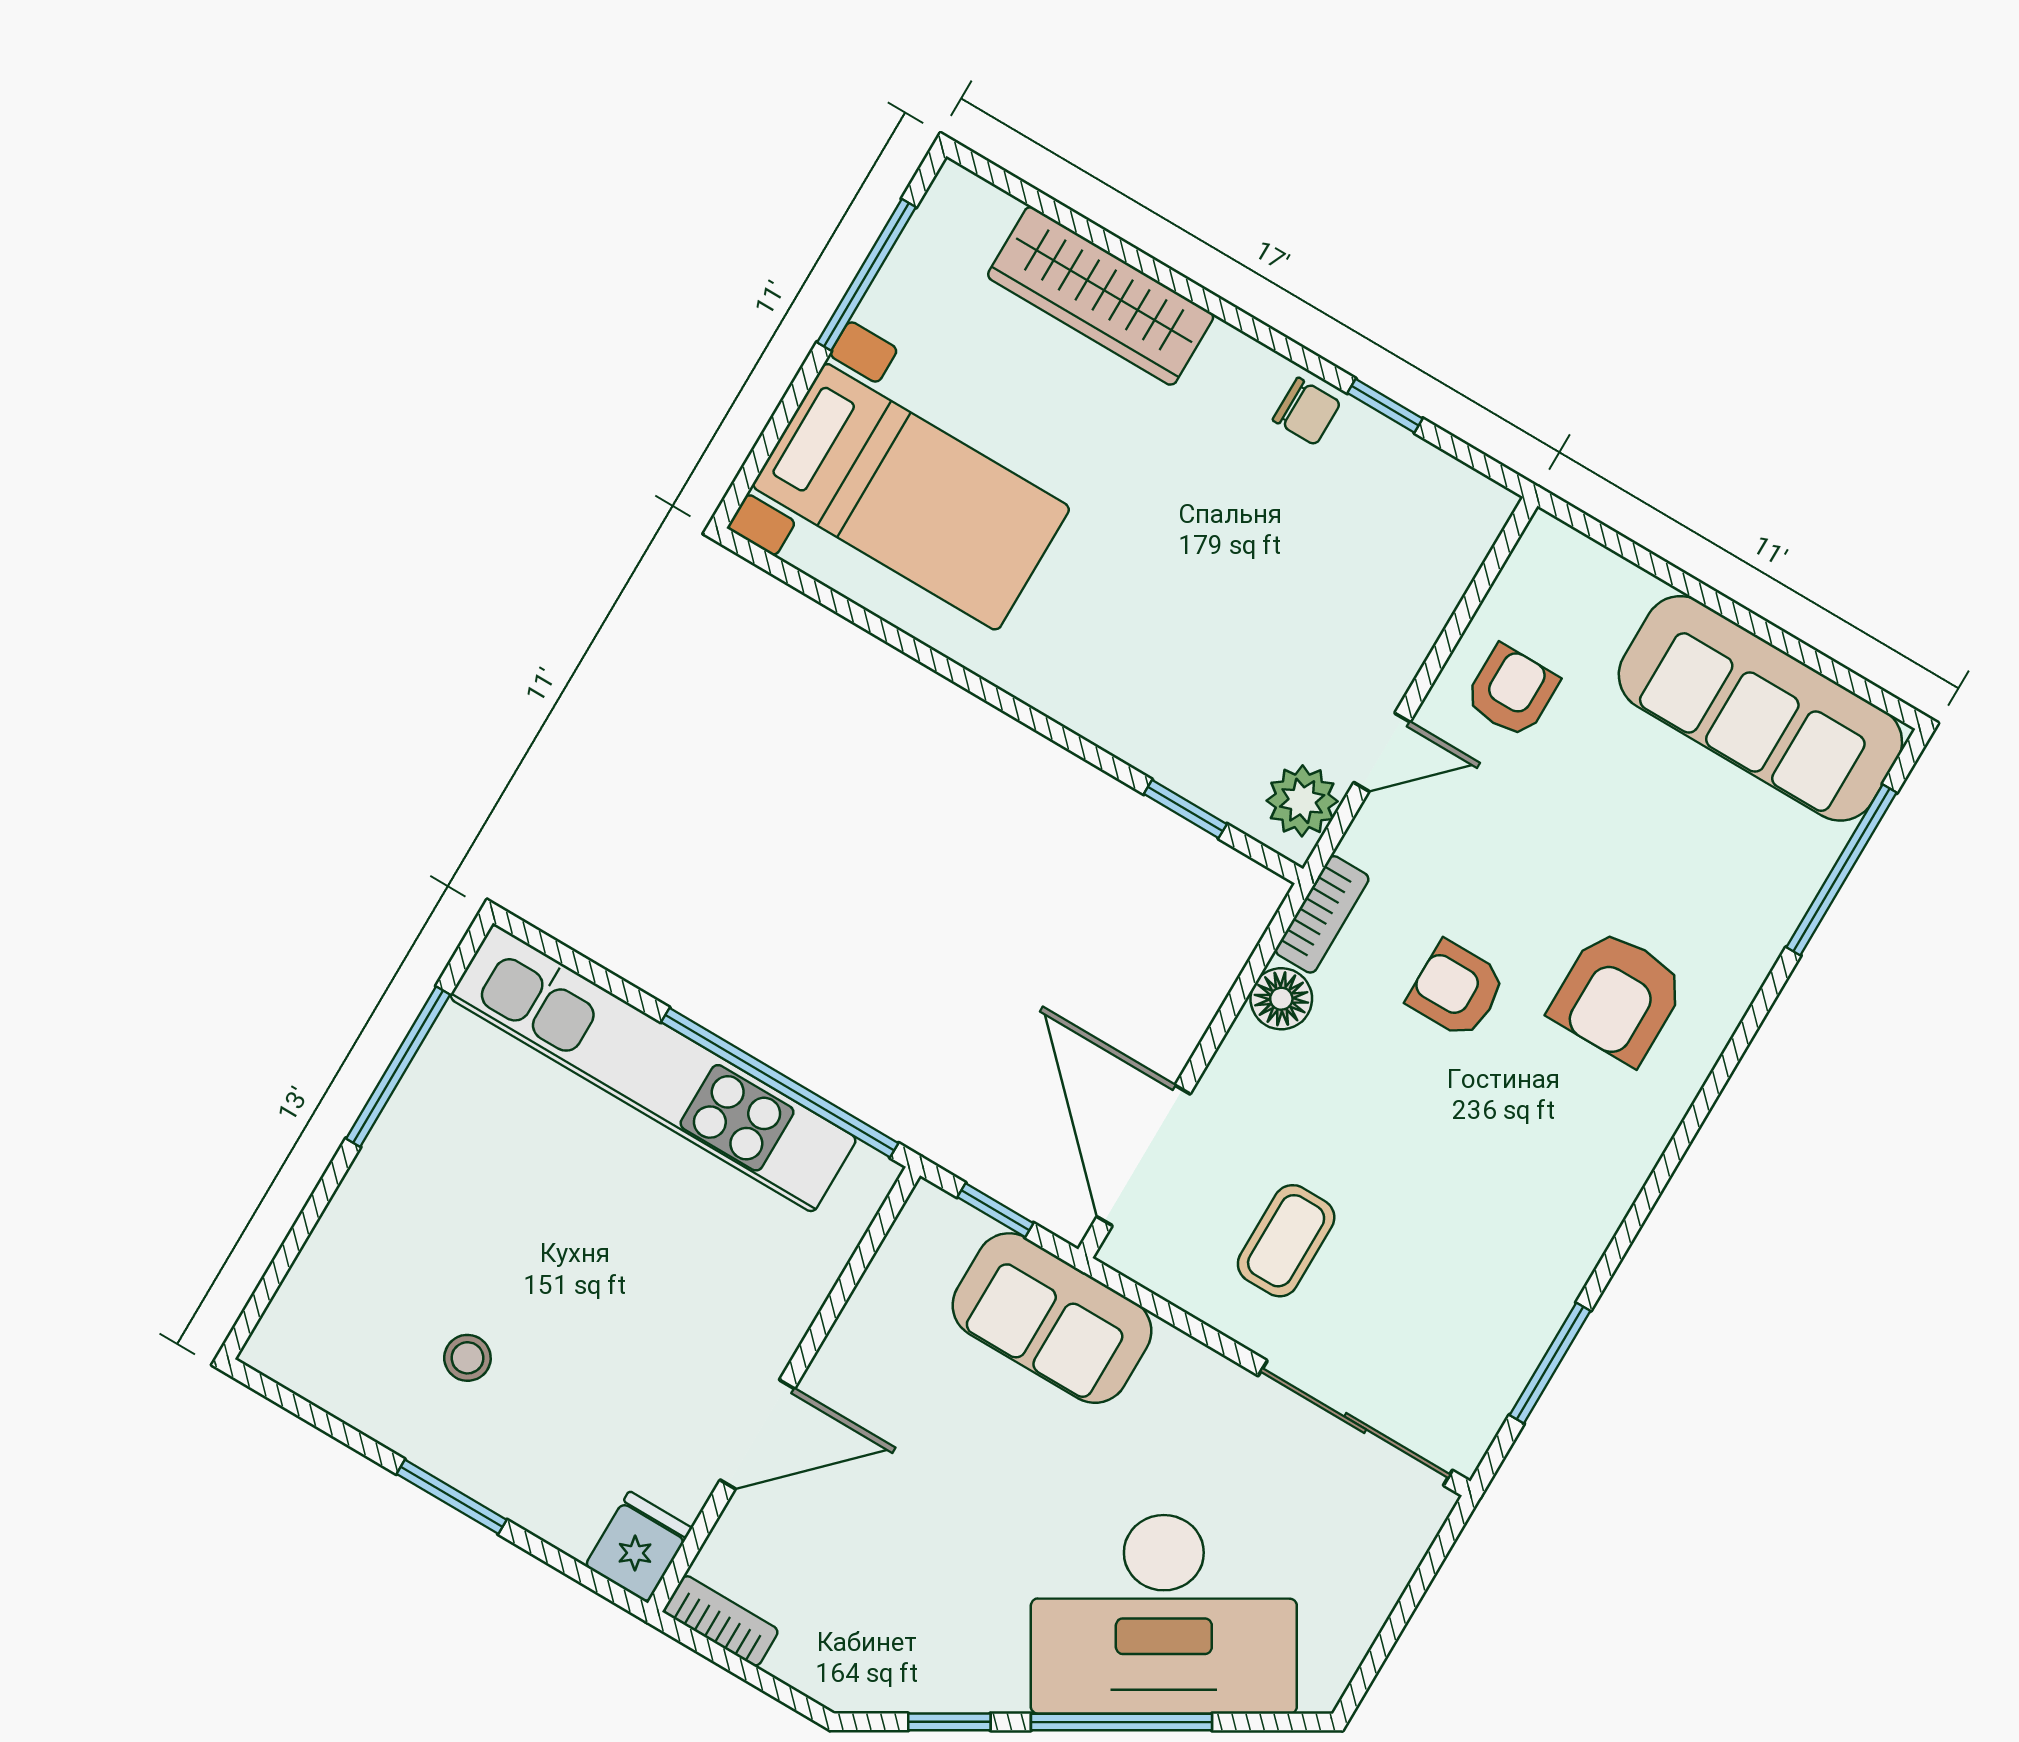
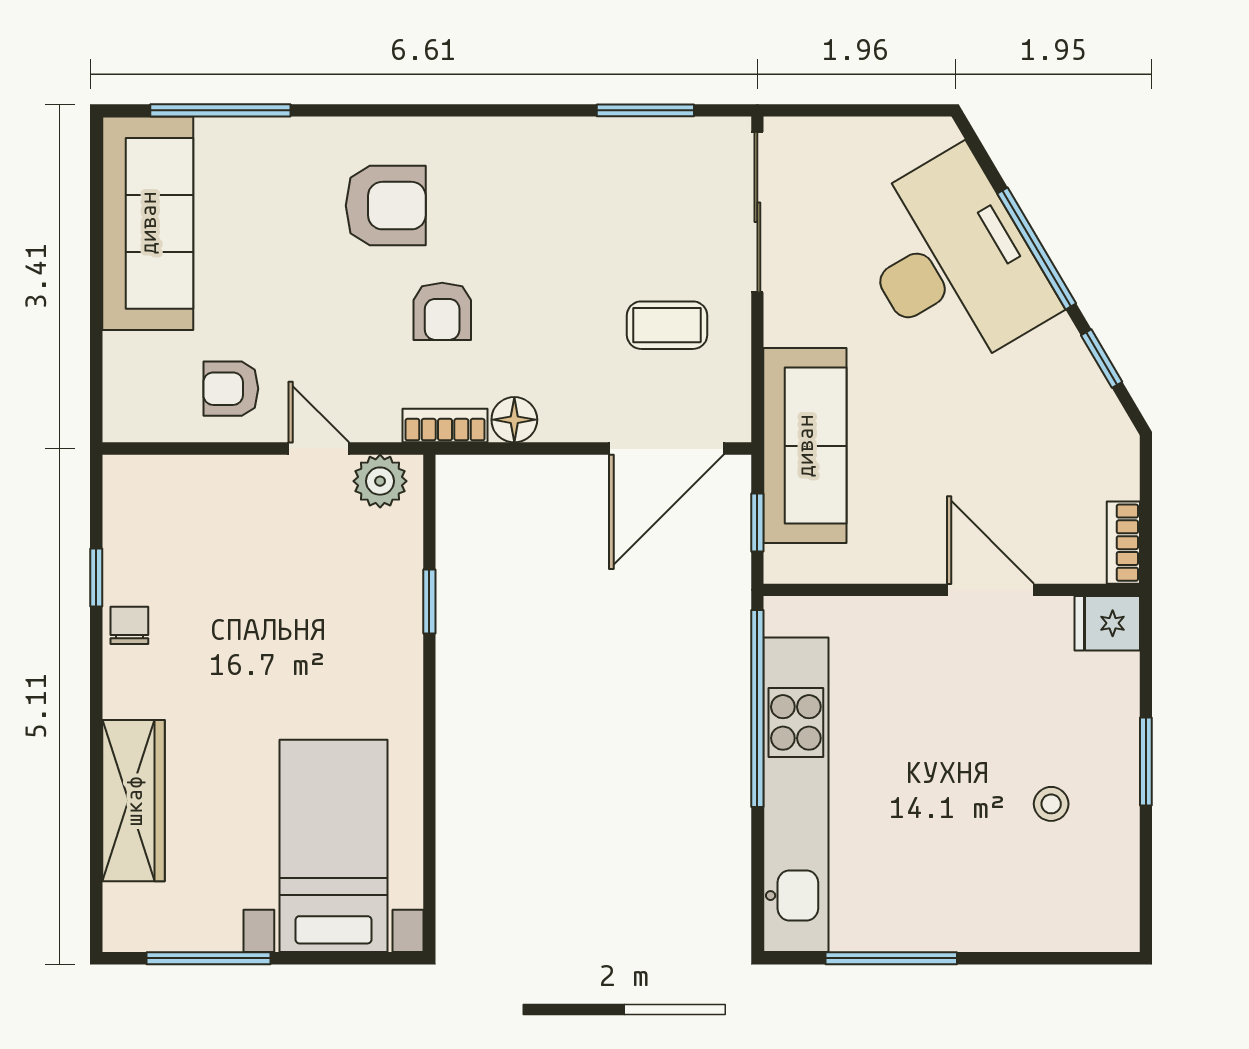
window: (1185, 809) -> (429, 602), moved
sofa: (1052, 1318) -> (805, 446), width x1.36

